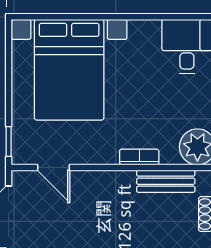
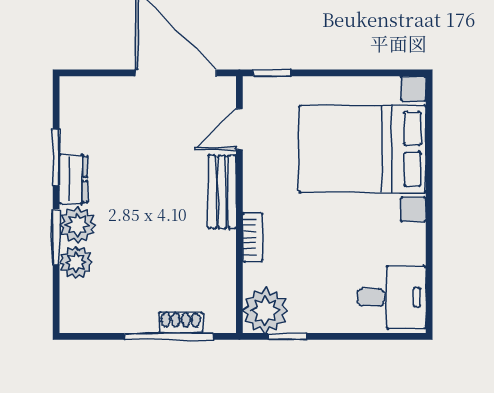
bench: (166, 181) -> (222, 192), moved

